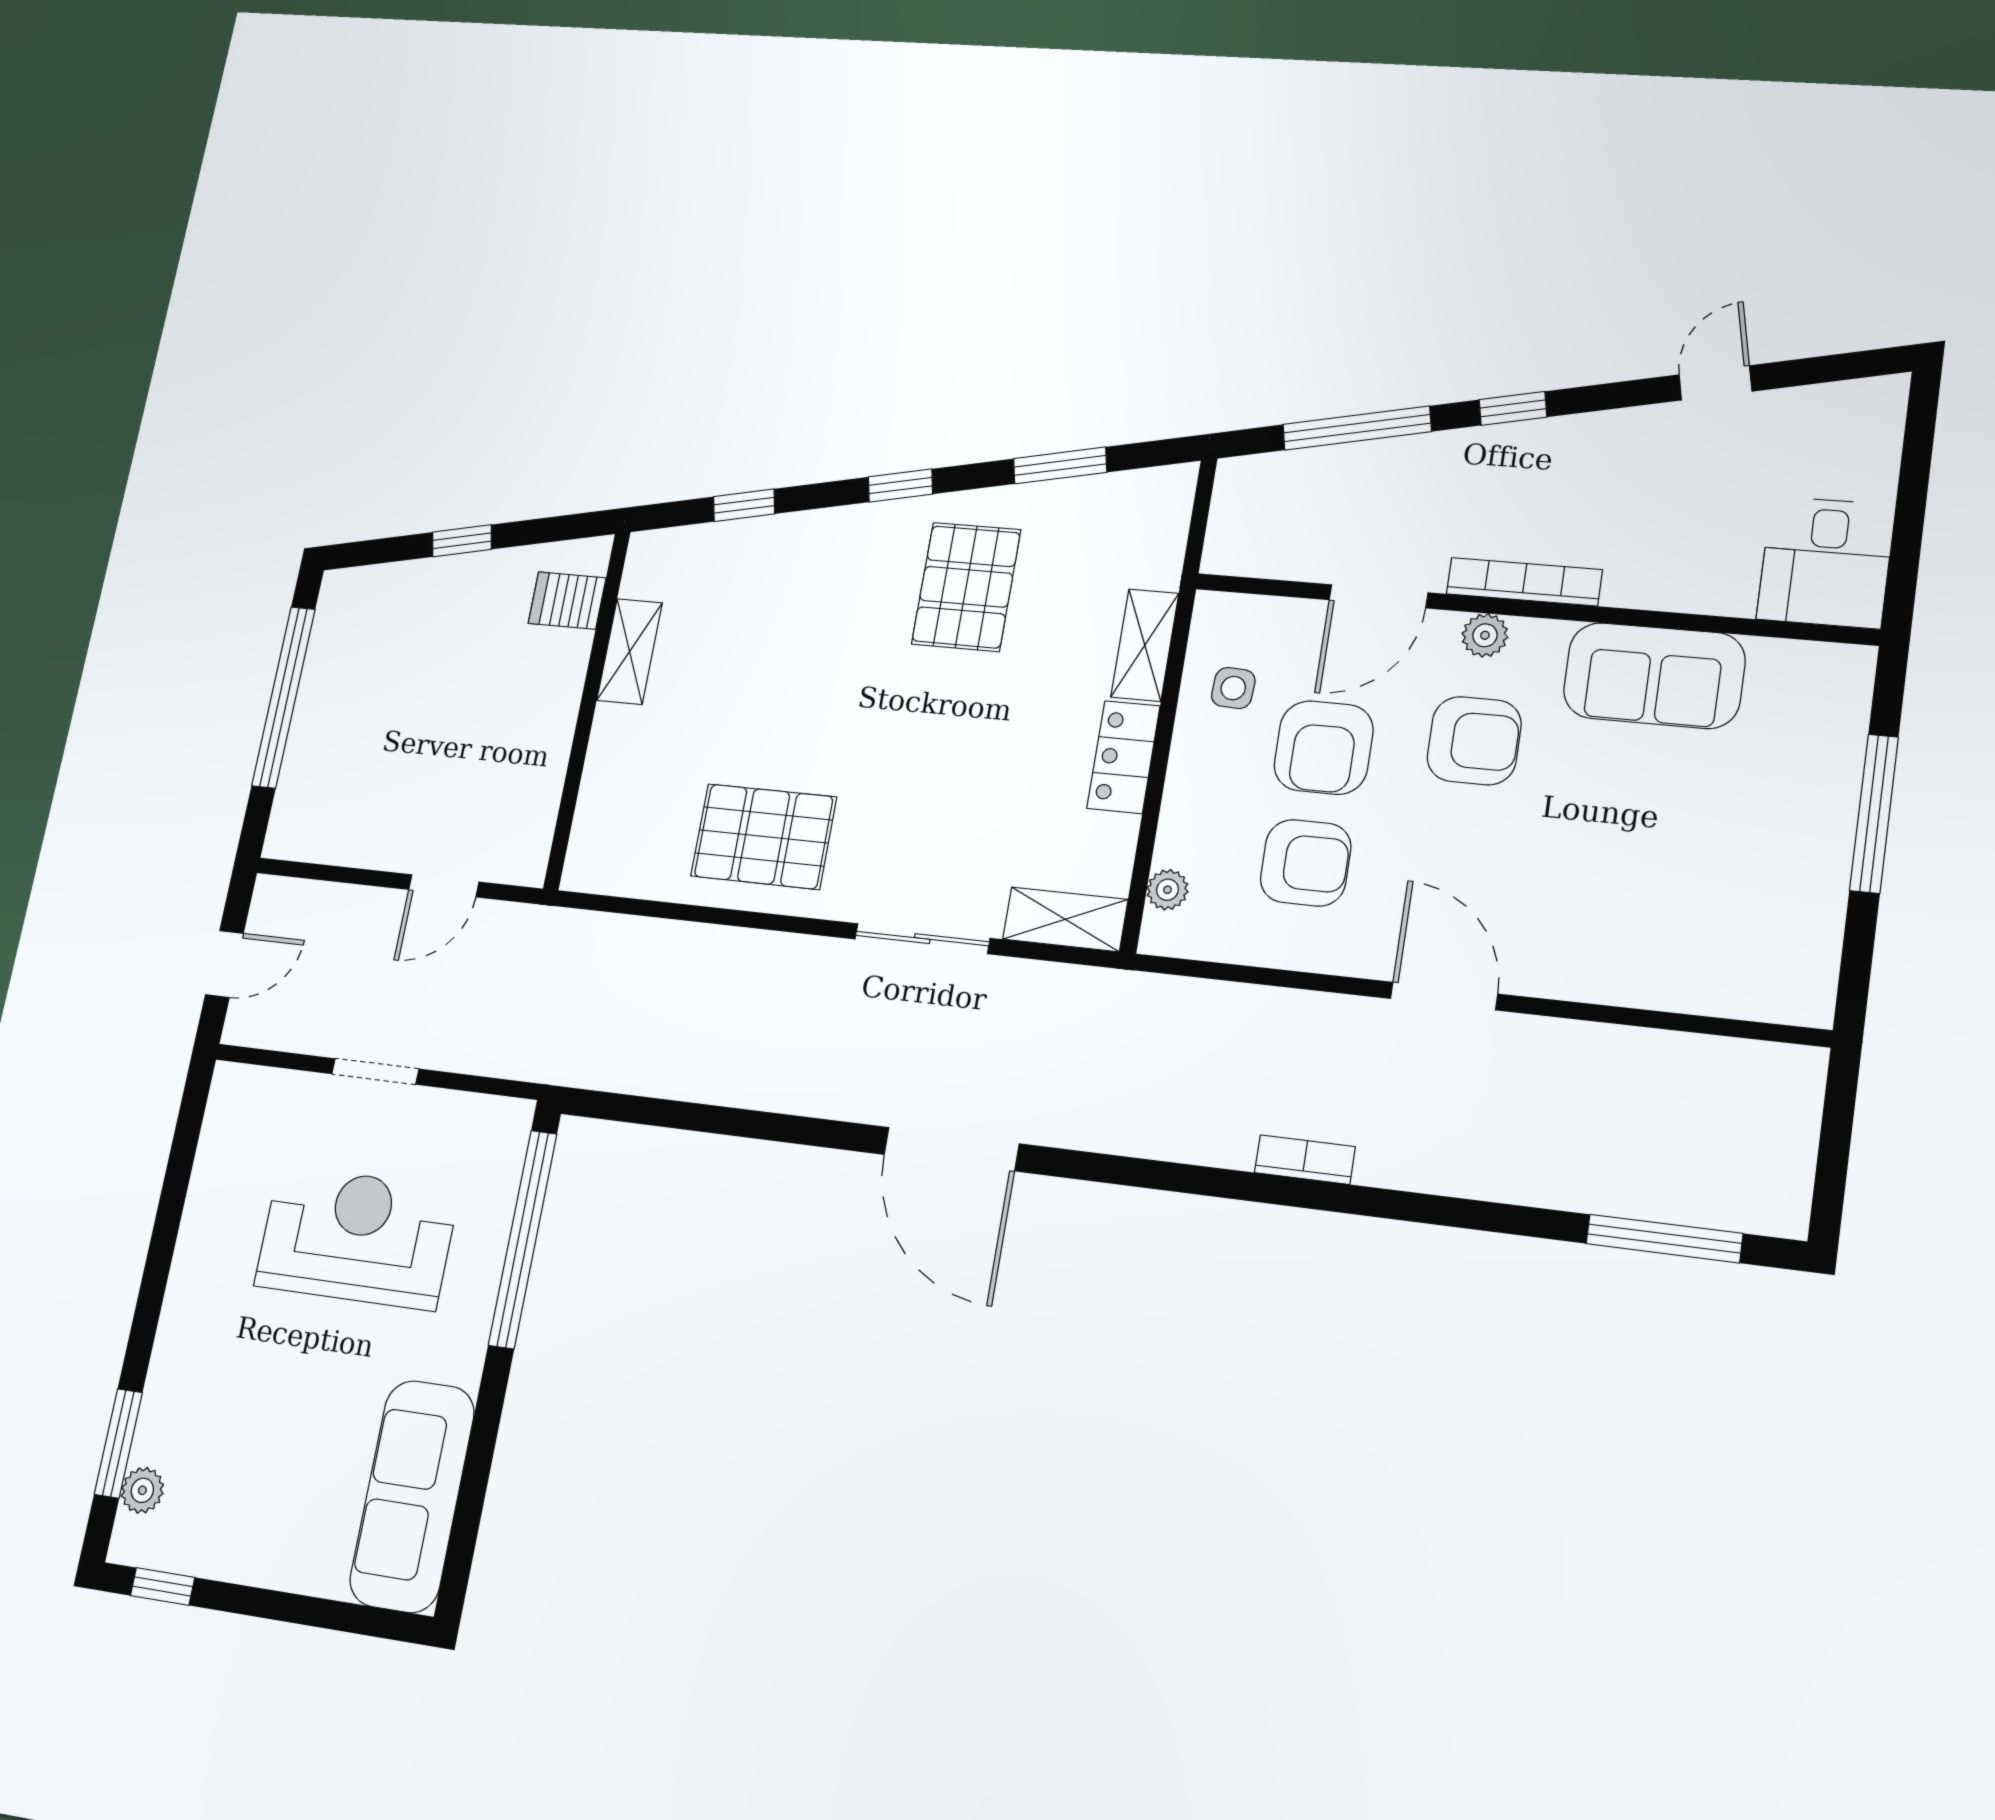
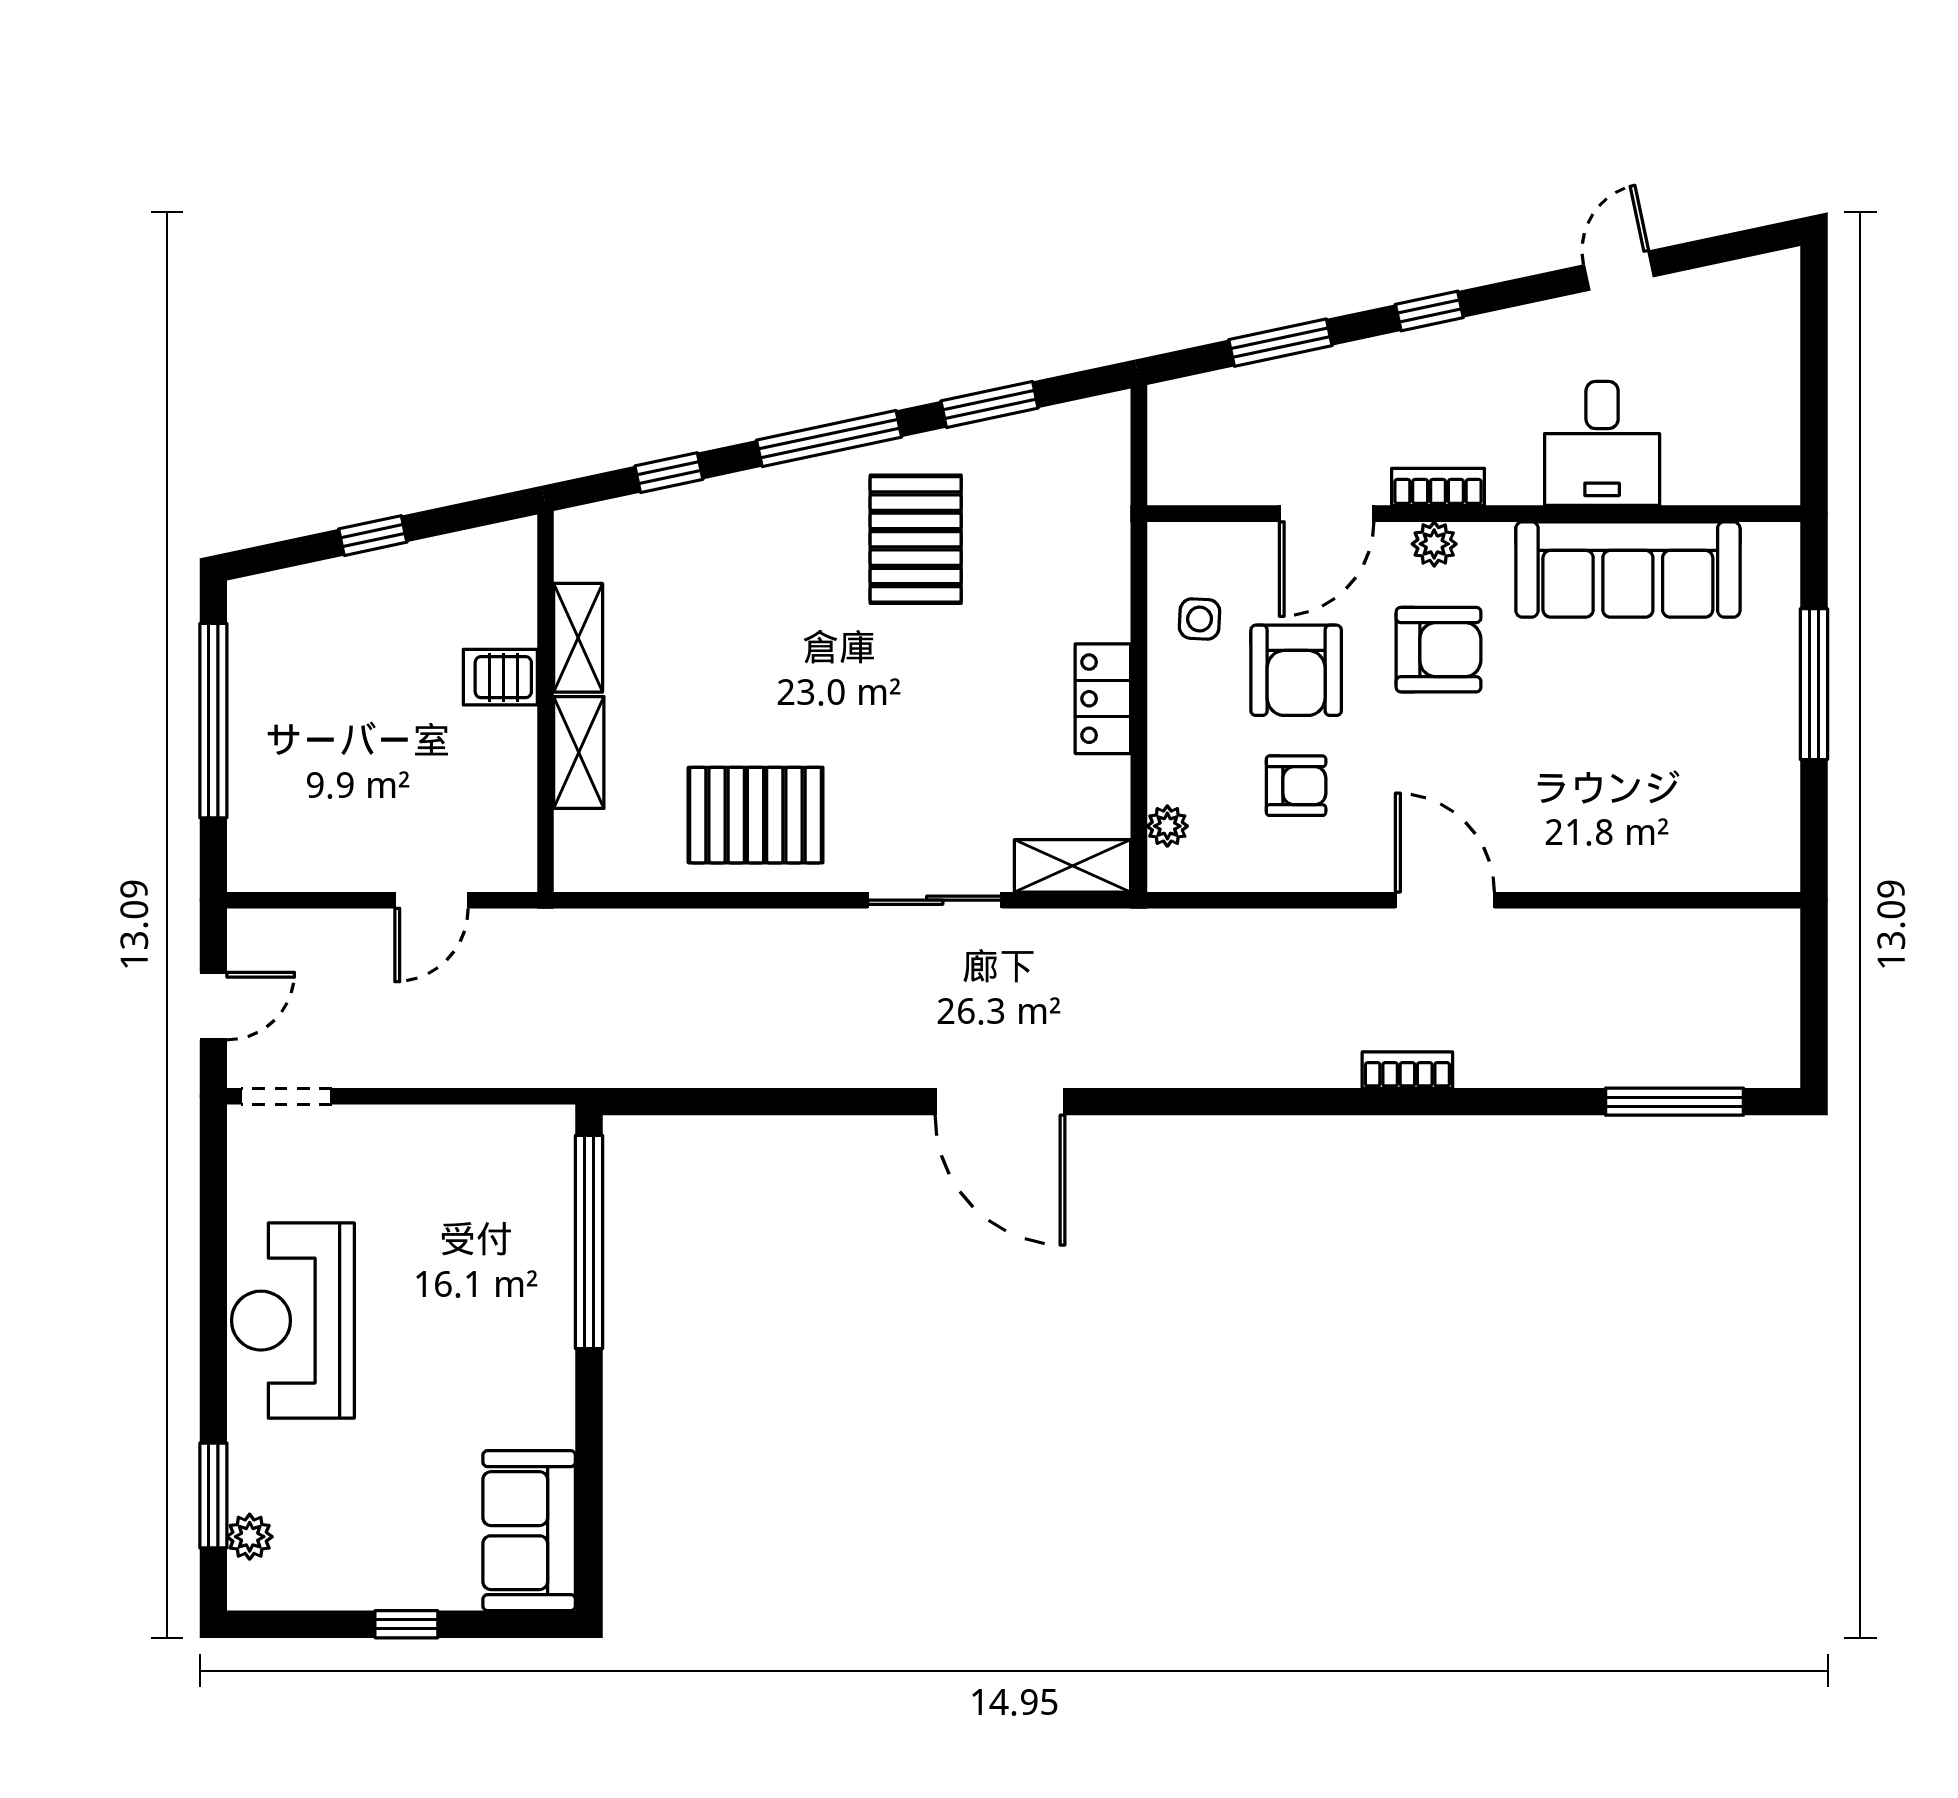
window: (1357, 428) -> (1280, 343), width x0.69
window: (900, 486) -> (829, 439), width x2.17
desk: (1826, 562) -> (1602, 443), moved
bookcase: (1524, 582) -> (1438, 487), width x0.64
server rack: (567, 601) -> (500, 677), moved
shelving: (1145, 645) -> (579, 753), moved
sofa: (1654, 675) -> (1628, 569), width x1.36
armchair: (1306, 863) -> (1296, 786), width x0.72, depth x0.72
doorway: (375, 1071) -> (286, 1096), moved
bookcase: (1305, 1160) -> (1407, 1070), moved
reception desk: (357, 1237) -> (293, 1321), moved, turned -90
sofa: (412, 1496) -> (529, 1531), width x0.73
window: (163, 1586) -> (406, 1624), moved

